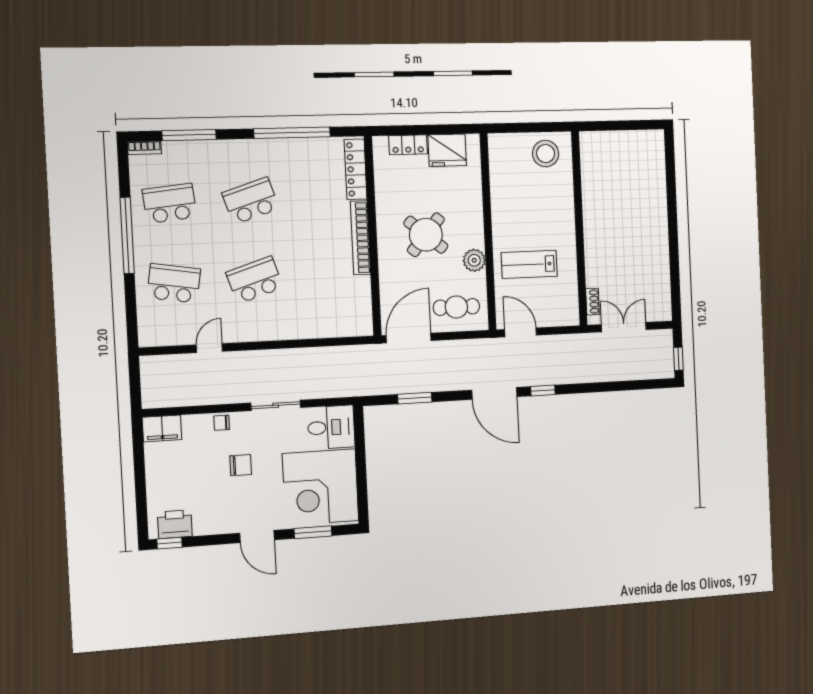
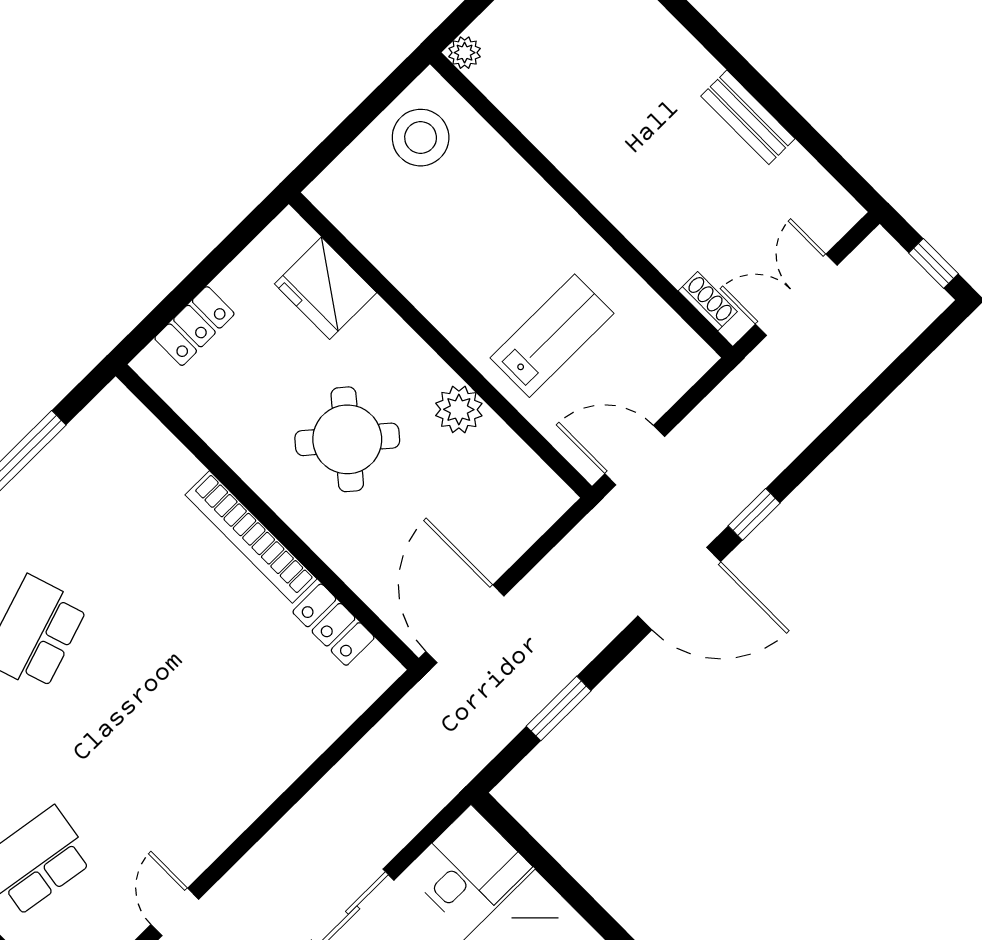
plant: (586, 139) -> (465, 53), added
fridge: (447, 150) -> (326, 288), moved, turned 90
locker: (356, 169) -> (333, 625), moved, width x0.66
bench: (661, 251) -> (748, 117), added
lab bench: (529, 264) -> (552, 336), turned 180
school desk: (255, 280) -> (149, 748), removed
cafe table: (456, 307) -> (496, 508), removed

